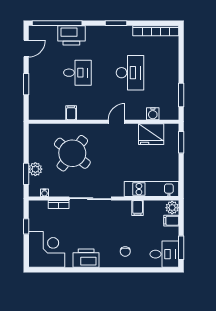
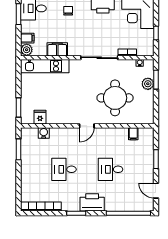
printer: (71, 35) -> (92, 202), moved
door: (26, 49) -> (156, 191), hinge flipped
desk: (130, 73) -> (64, 169), width x0.73
filing cabinet: (71, 113) -> (133, 134), moved
door: (117, 122) -> (87, 126), moved
fridge: (151, 134) -> (40, 117), width x0.53, depth x0.75
round table: (72, 153) -> (115, 98), turned -38
filing cabinet: (138, 208) -> (57, 49), width x2.00

